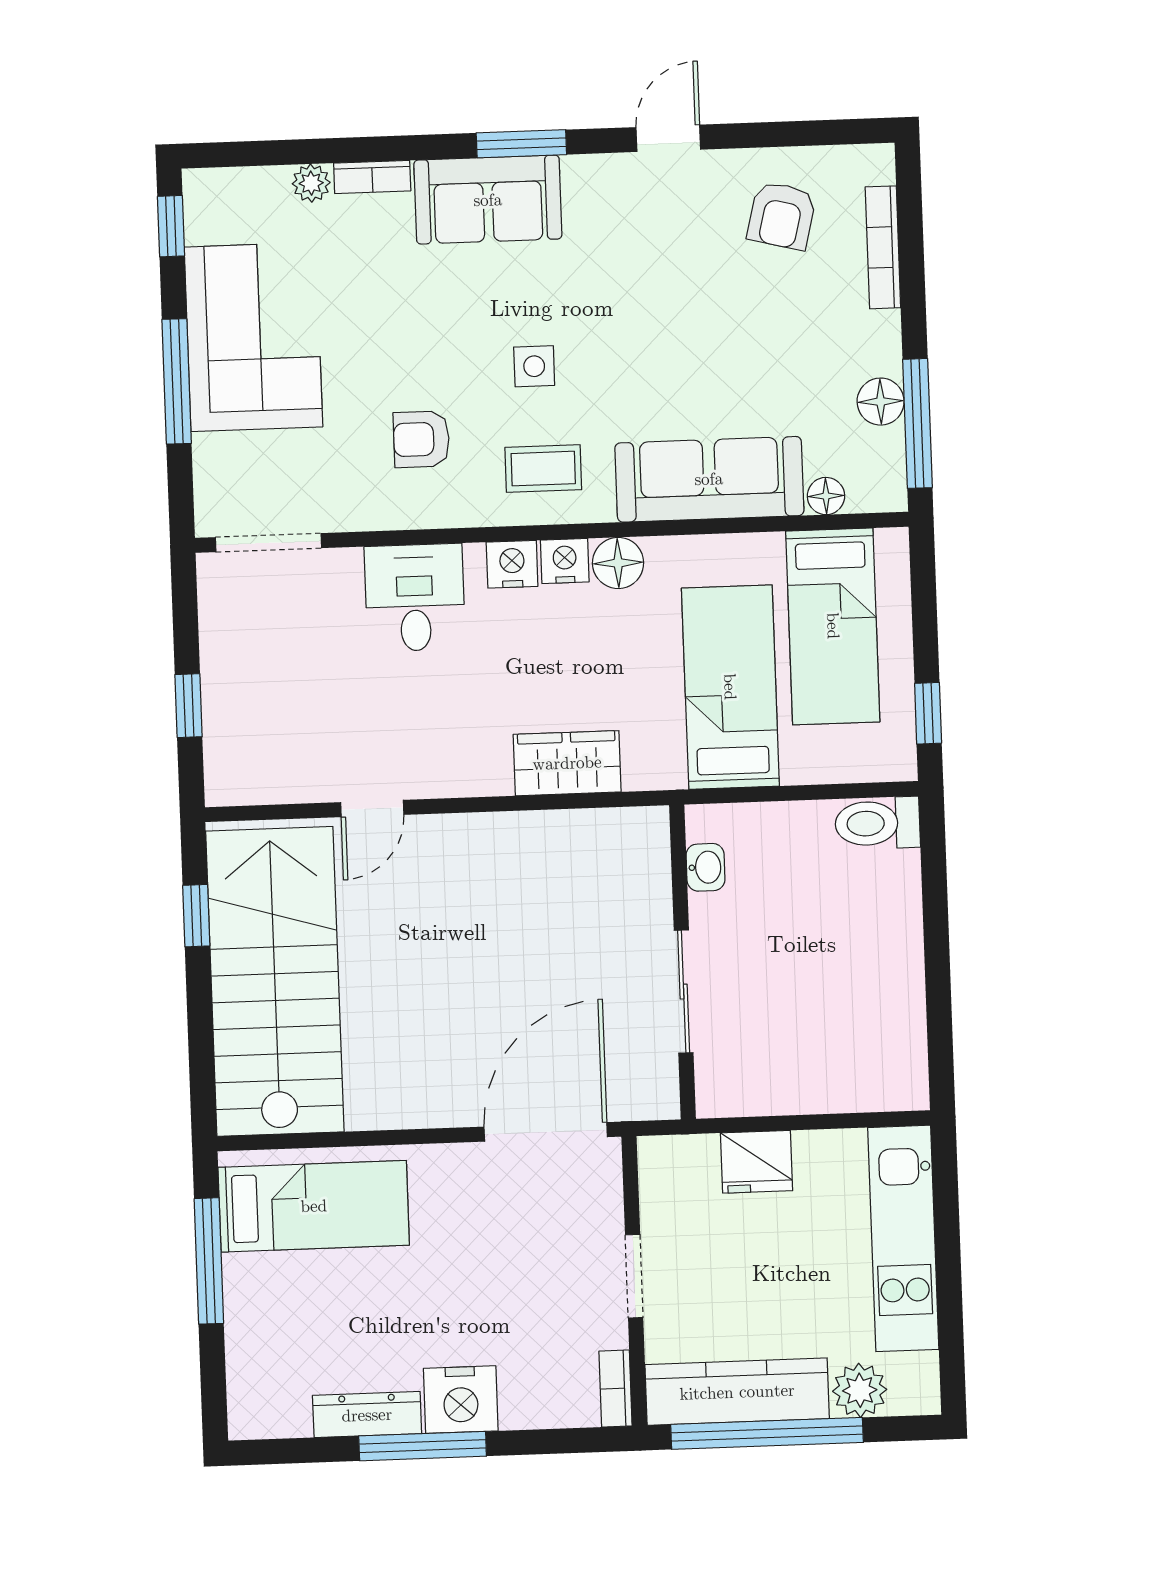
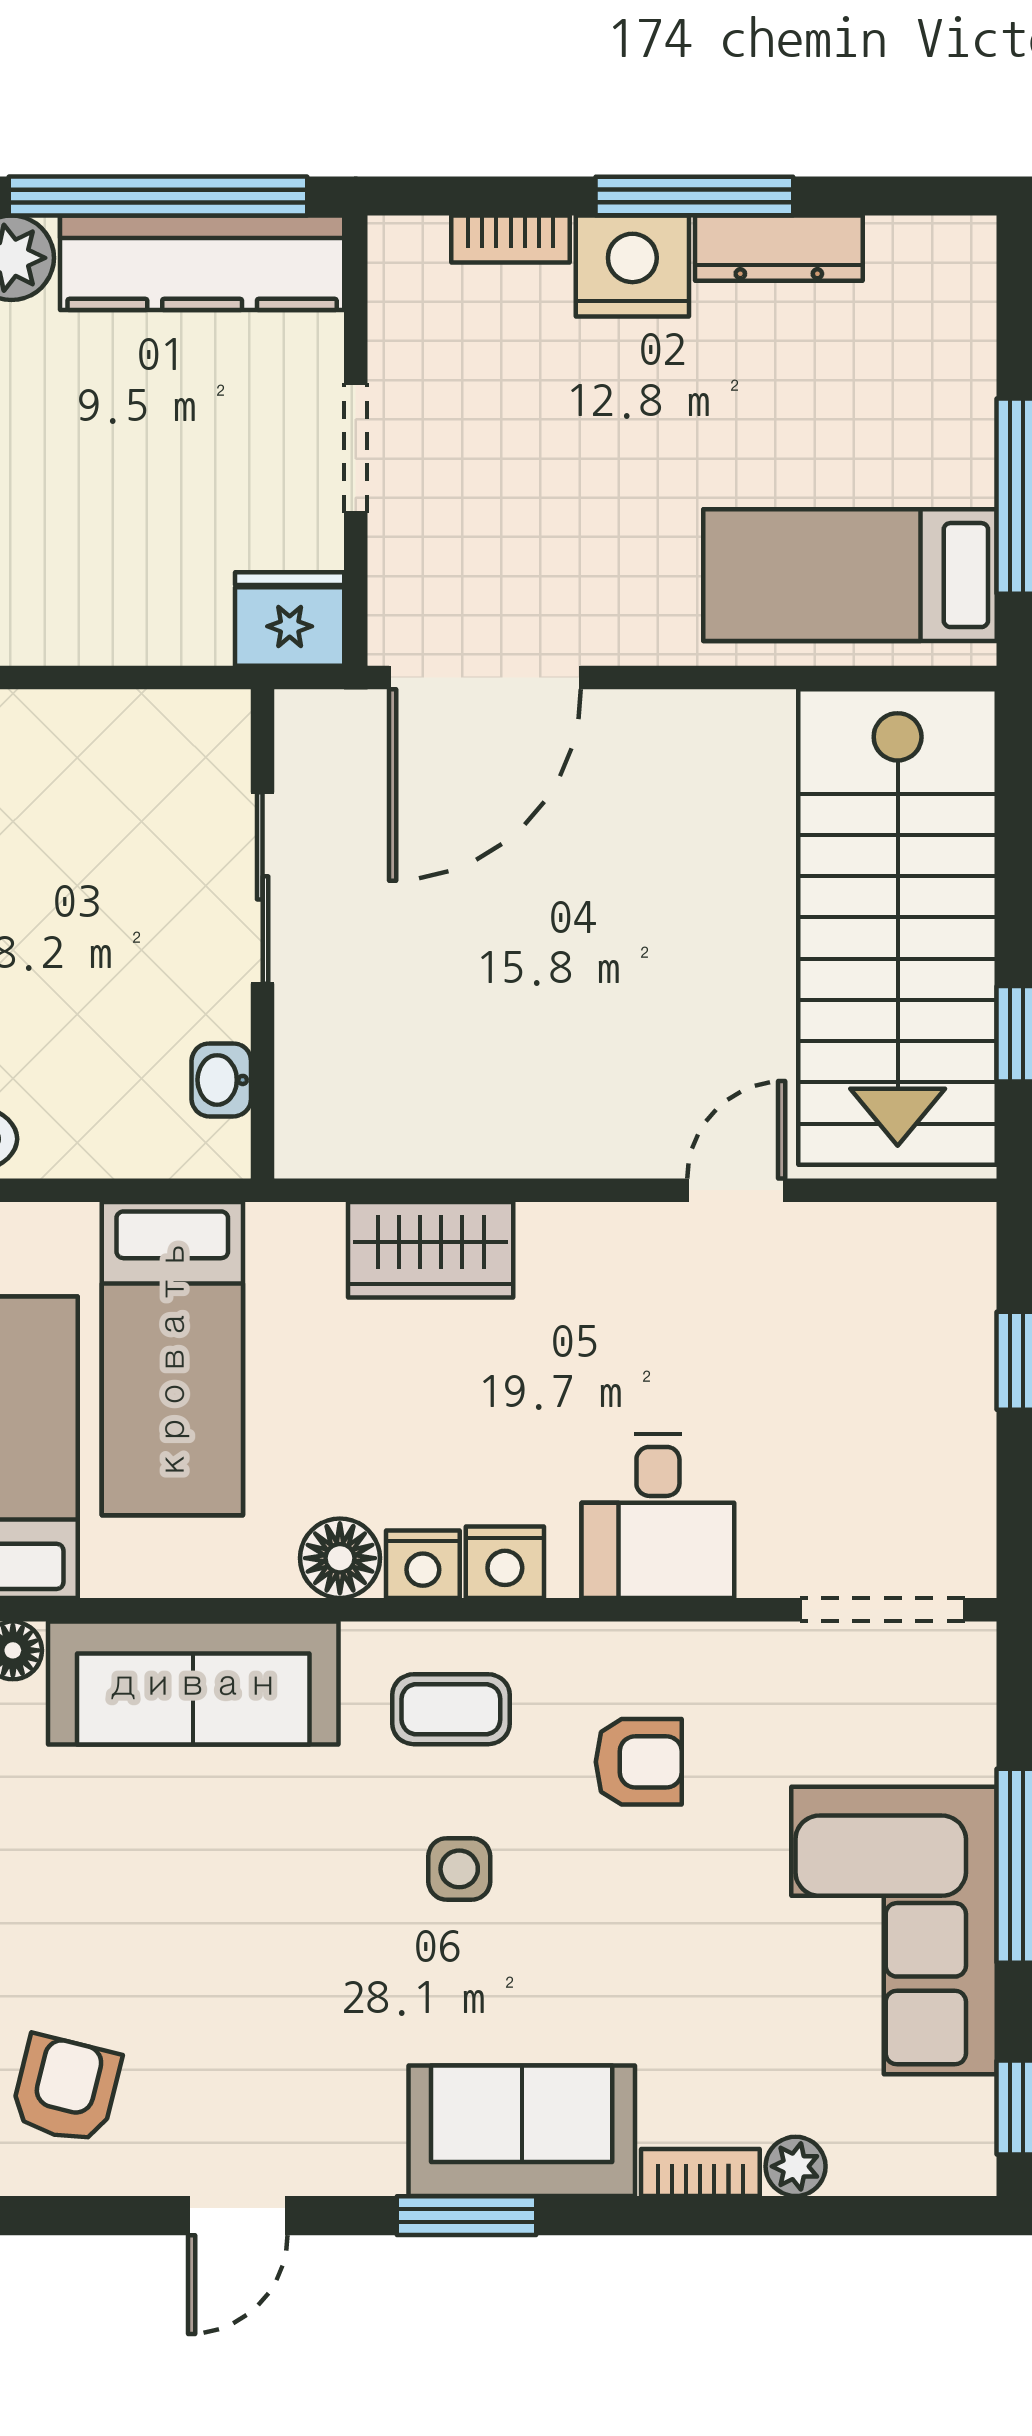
fridge: (757, 1162) -> (290, 619), moved
bookcase: (615, 1388) -> (511, 239), moved, turned 90

